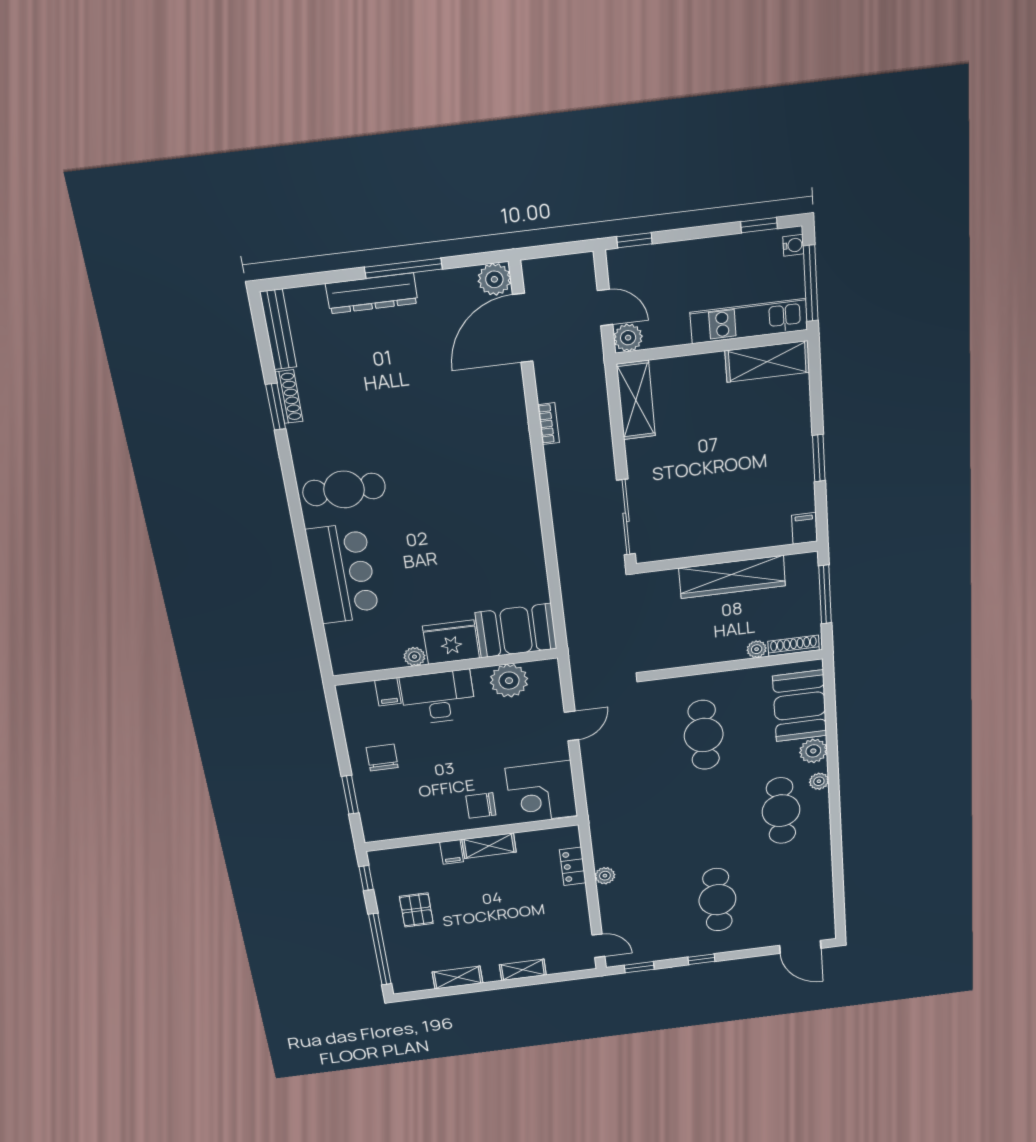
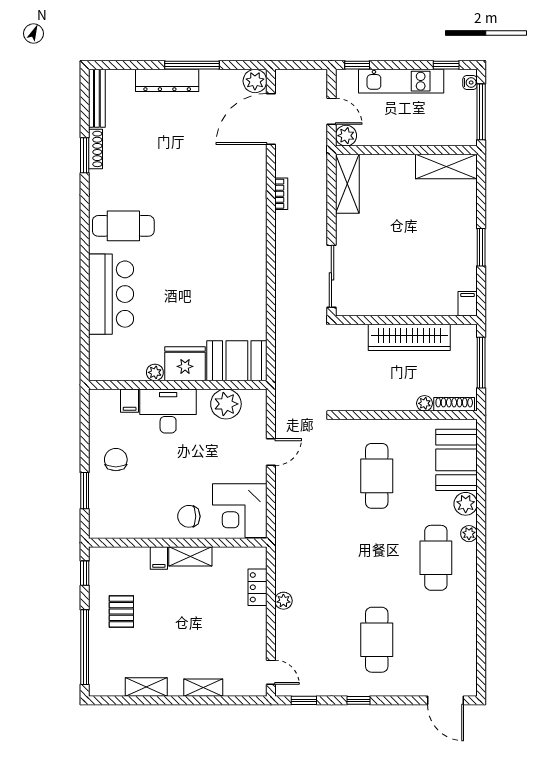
kitchen unit: (749, 321) -> (401, 81), moved, turned 180

